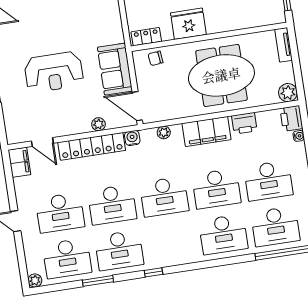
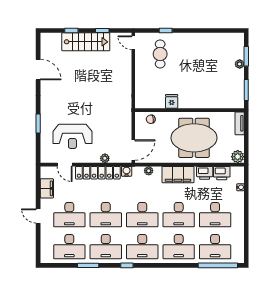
fridge: (188, 24) -> (172, 101), width x0.53, depth x0.75
locker: (146, 37) -> (147, 103), removed
sofa: (115, 69) -> (122, 122), removed
reception desk: (54, 72) -> (72, 136), moved
door: (137, 106) -> (133, 150), swing flipped
printer: (291, 118) -> (222, 173), moved, turned -90
filing cabinet: (19, 162) -> (47, 188), moved
desk: (171, 242) -> (142, 247), added
plant: (35, 280) -> (45, 258), removed

